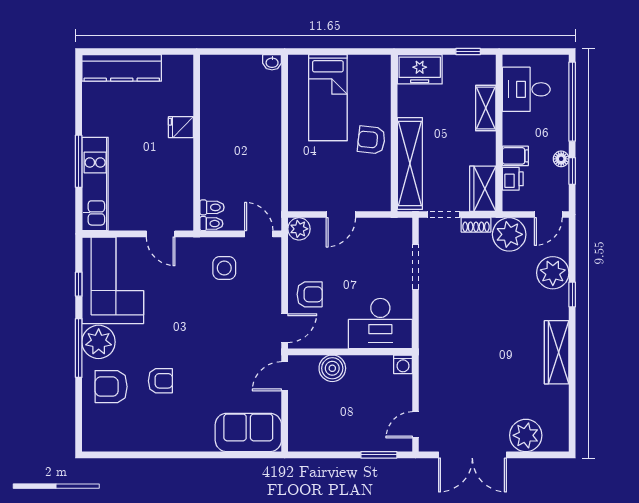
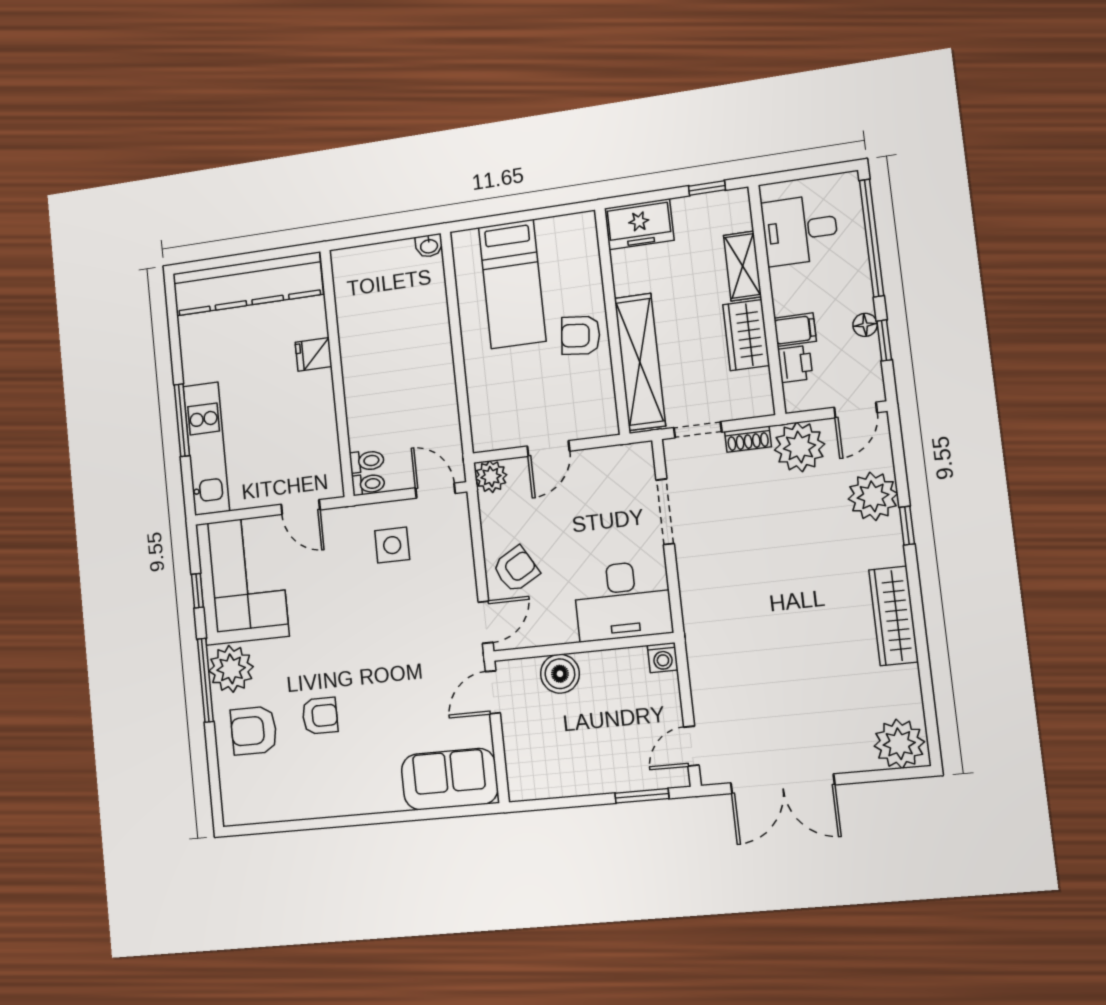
kitchen counter: (122, 68) -> (247, 284), width x1.39, depth x1.17
wardrobe: (483, 189) -> (746, 335), moved
armchair: (310, 294) -> (516, 569), turned -30
plant: (526, 435) -> (899, 744), moved

